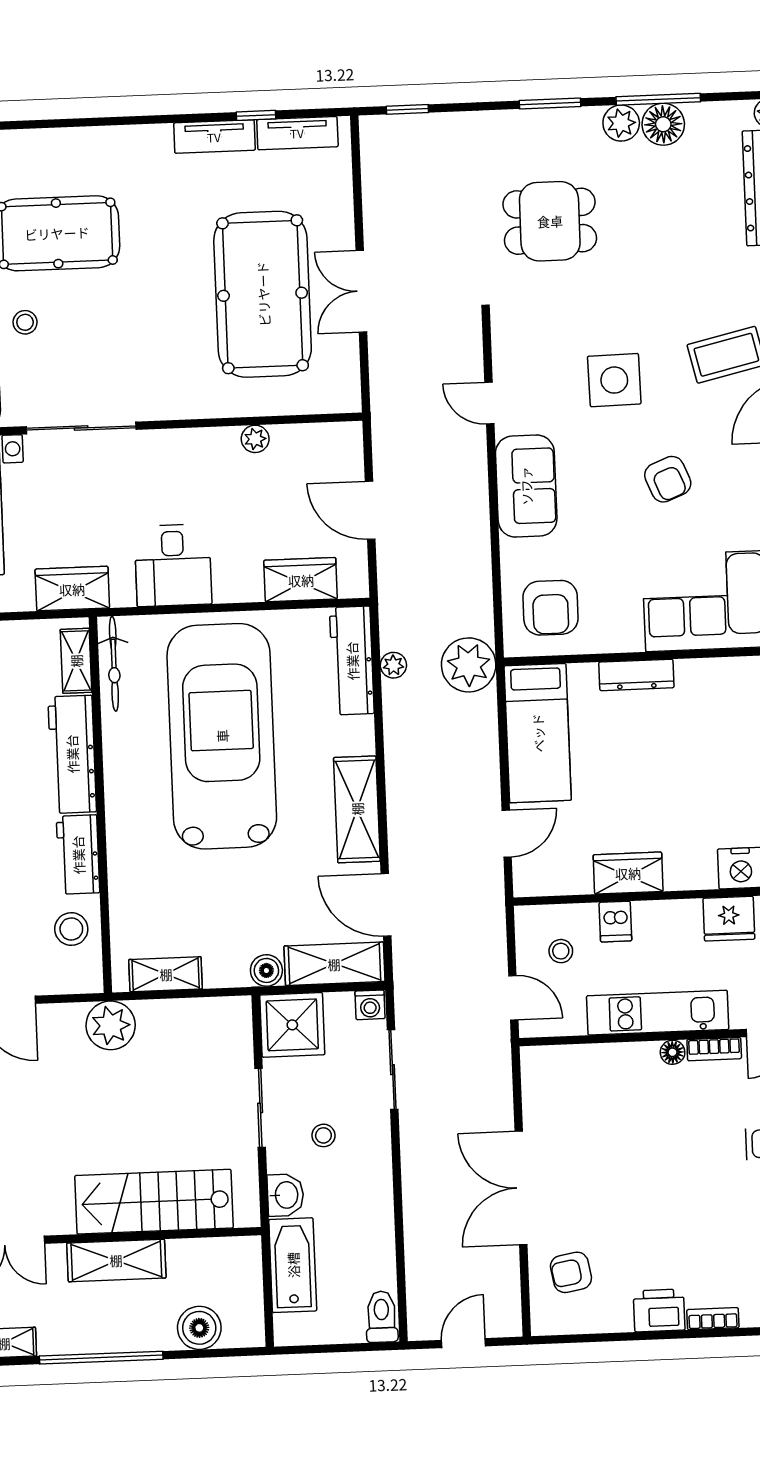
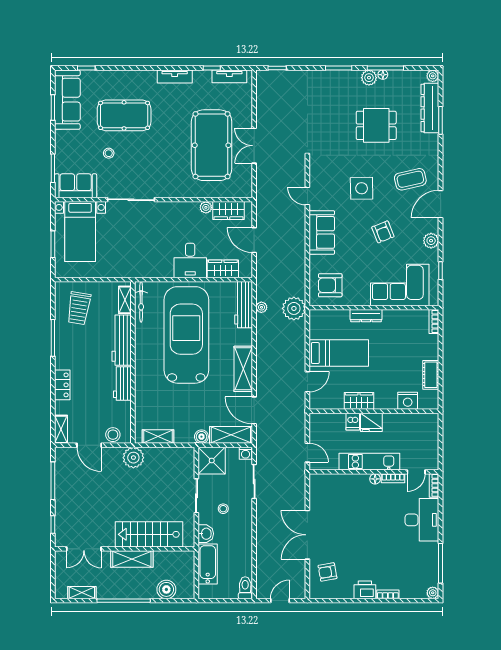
floor lamp: (663, 124) -> (383, 75), width x0.53, depth x0.53
tv unit: (214, 137) -> (175, 76), moved
dining table: (550, 221) -> (376, 125), moved
desk: (173, 565) -> (190, 260), moved
wardrobe: (72, 589) -> (229, 211), moved, turned 180
armchair: (551, 608) -> (330, 285), turned 90
bed: (538, 733) -> (339, 353), moved, turned -90
fridge: (729, 919) -> (371, 422), moved
stool: (71, 929) -> (113, 435), moved
stool: (561, 951) -> (329, 433), removed

